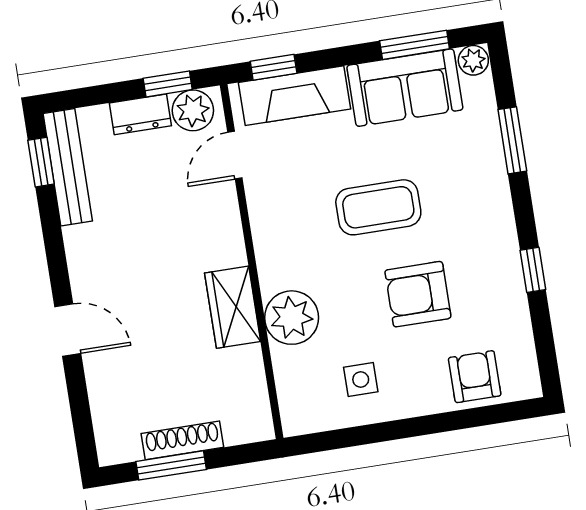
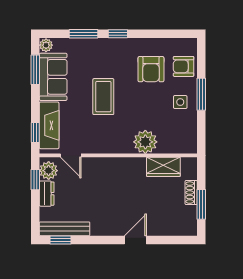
window: (533, 270) -> (118, 34), moved
armchair: (418, 294) -> (151, 69), moved
wardrobe: (233, 307) -> (163, 167), moved
side table: (361, 379) -> (180, 102), moved
window: (418, 426) -> (201, 94), added
shoe rack: (182, 440) -> (191, 193), width x0.70

